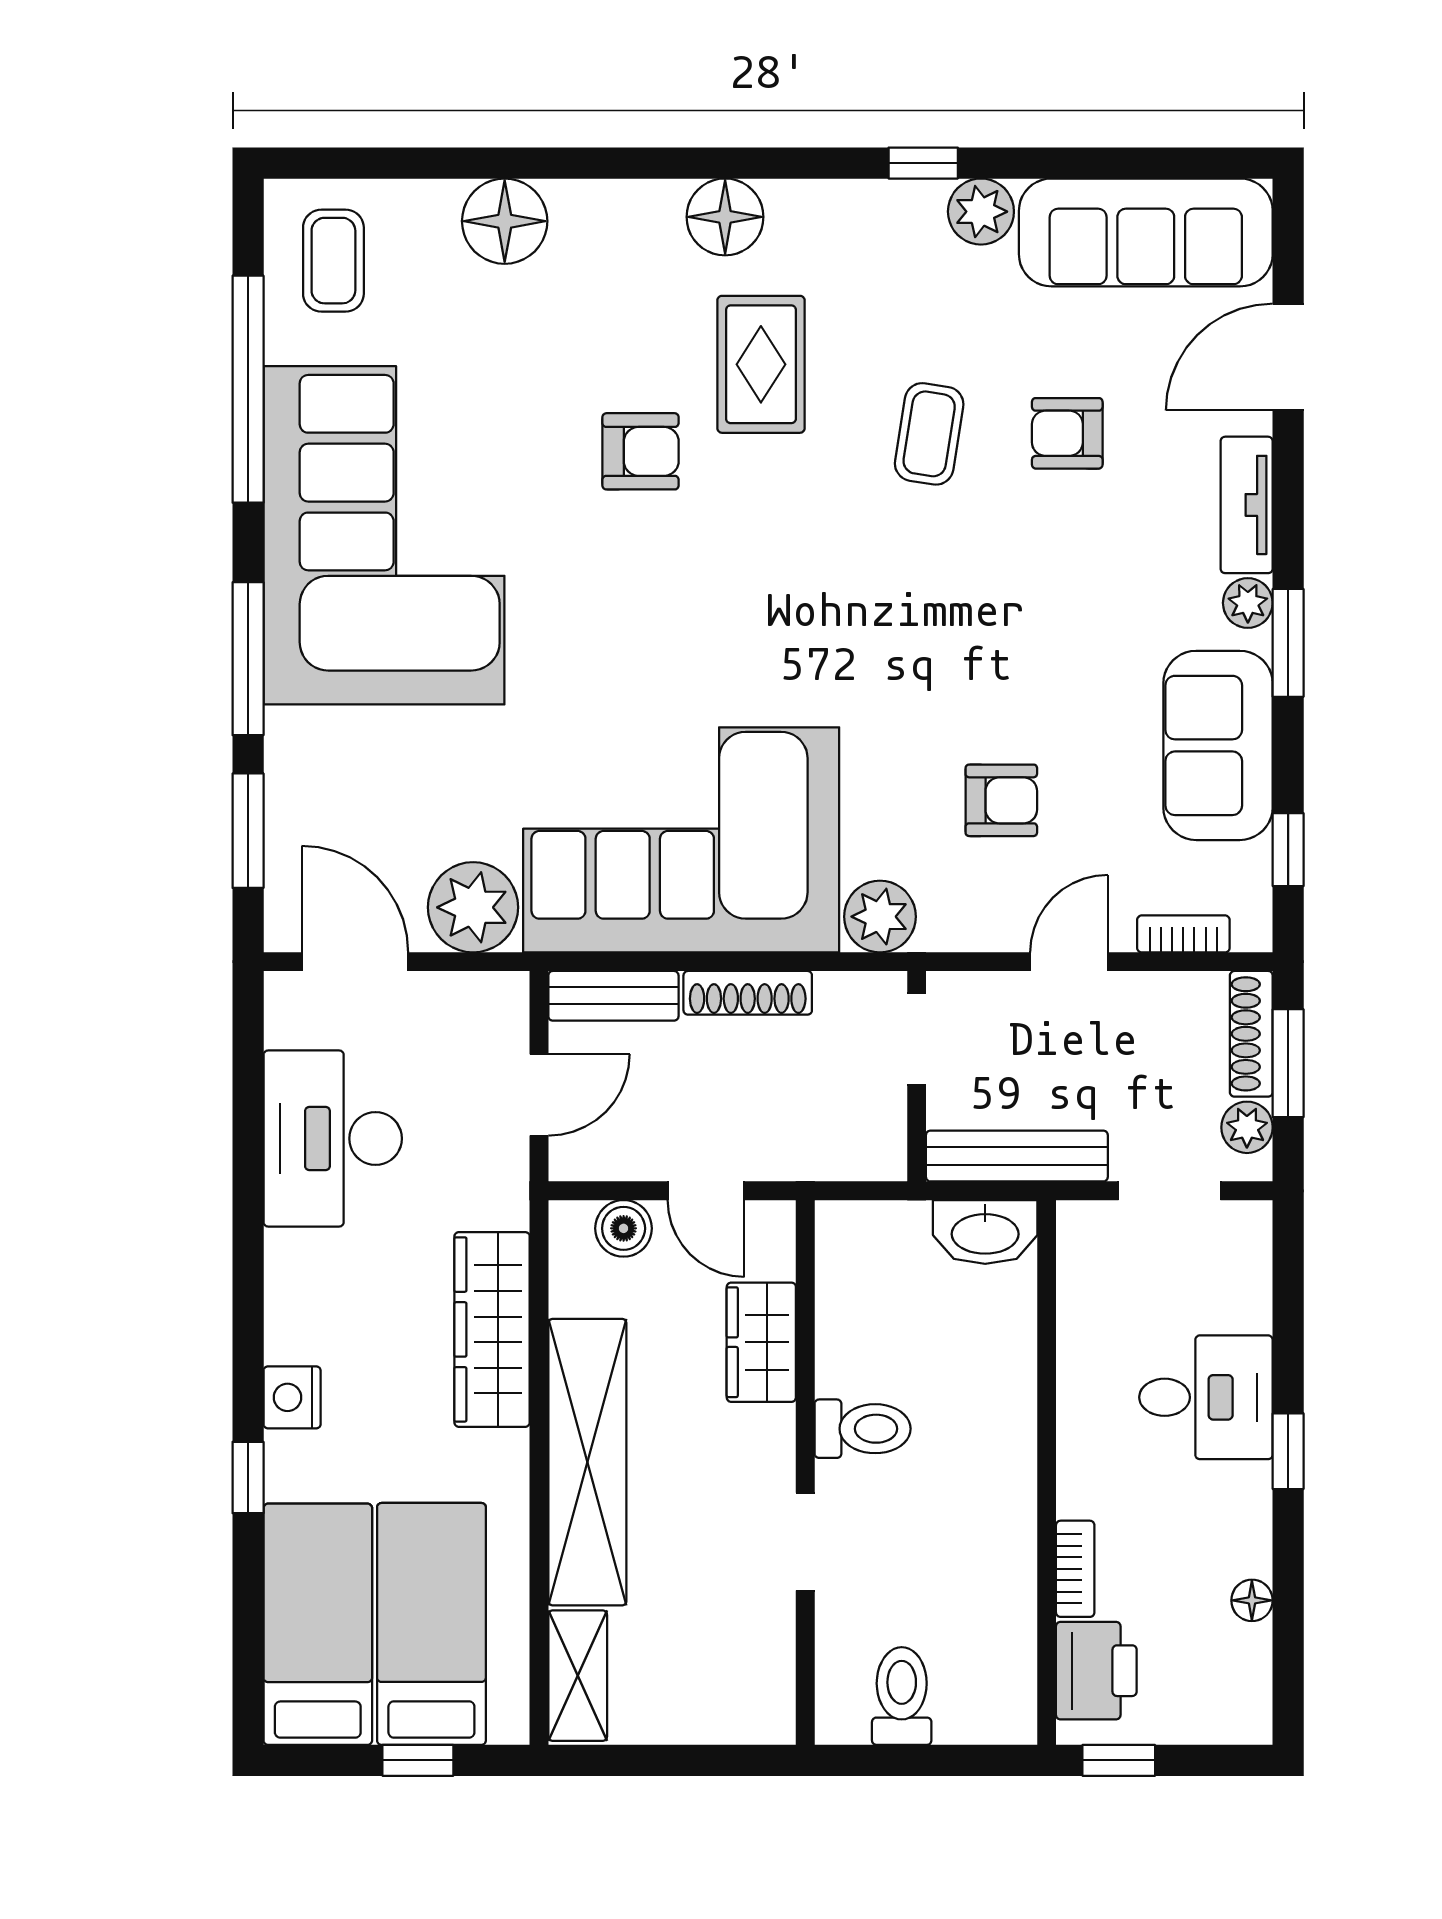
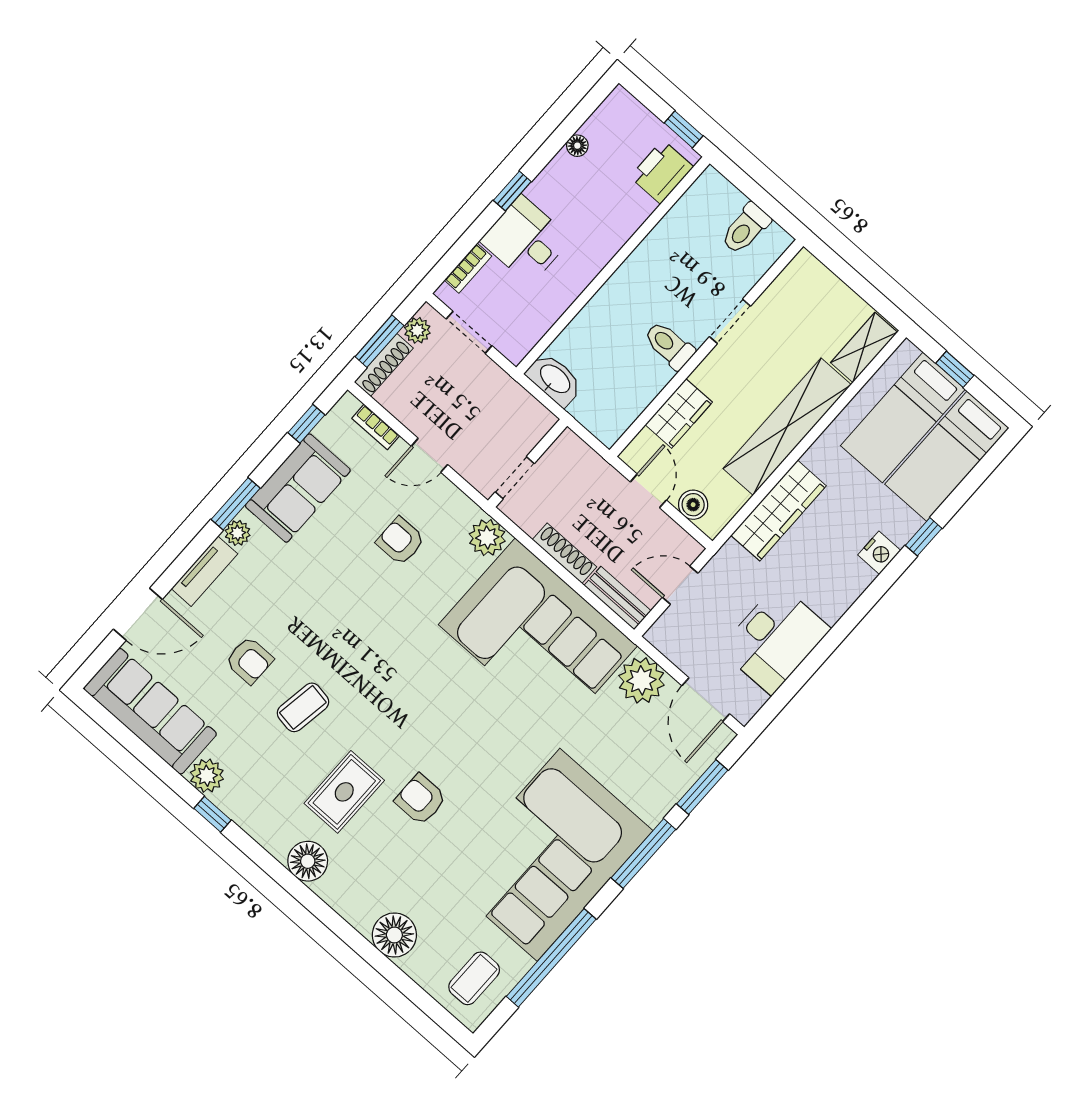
bench: (1017, 1156) -> (516, 398), removed
bookcase: (1075, 1569) -> (468, 268), moved, turned 180

